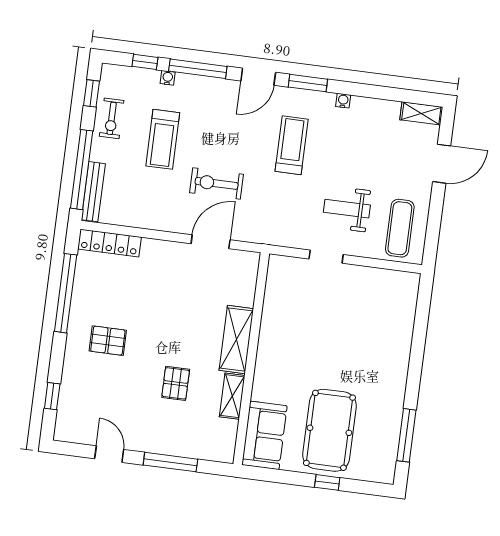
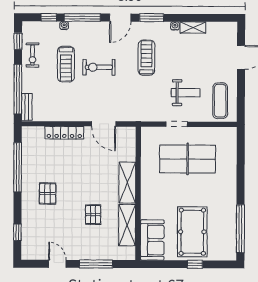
shelving: (421, 113) -> (193, 28), moved
exercise bike: (217, 183) -> (99, 67), moved
bench: (93, 192) -> (27, 107), width x0.73
weight bench: (347, 209) -> (186, 93), turned 180
door: (211, 242) -> (104, 124), swing flipped
locker: (109, 243) -> (64, 133), moved
table tennis table: (337, 314) -> (188, 159), added
pallet: (108, 341) -> (48, 193), turned 90
shelving: (232, 396) -> (127, 225), width x1.50, depth x1.33
window: (406, 435) -> (240, 229), width x1.46

